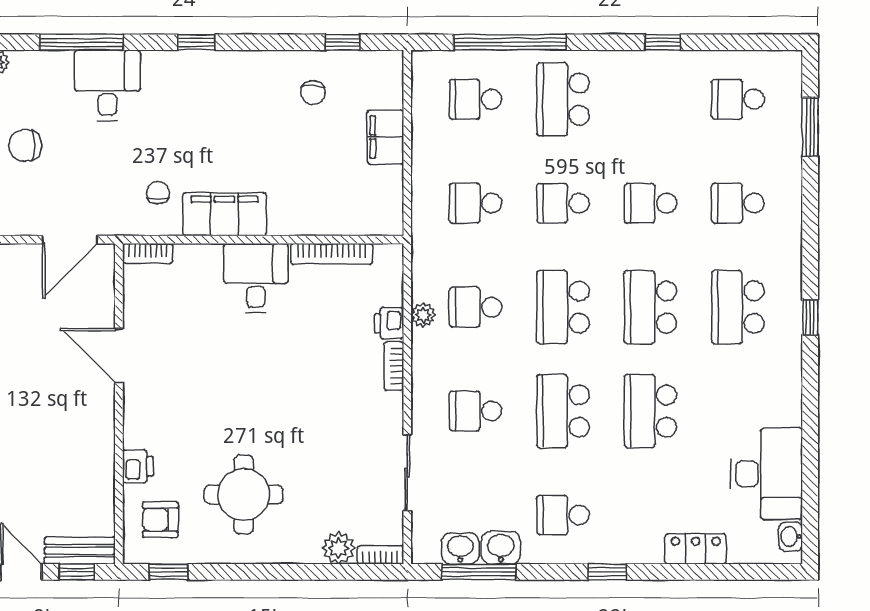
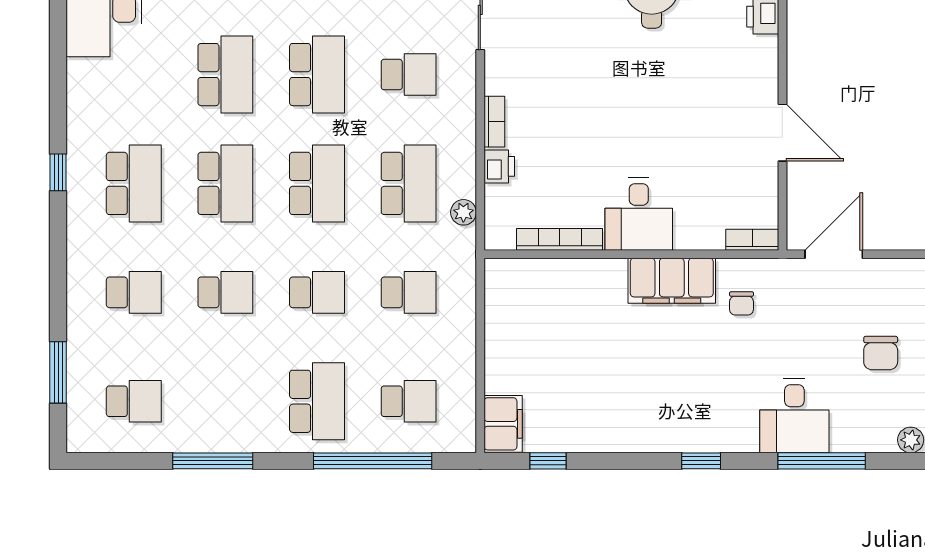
window: (663, 42) -> (213, 461), width x2.17
chair: (313, 92) -> (579, 408), removed
filing cabinet: (385, 137) -> (503, 424), moved
chair: (25, 145) -> (881, 353), turned 90
school desk: (476, 307) -> (409, 183), width x1.85
plant: (423, 315) -> (463, 212), moved

